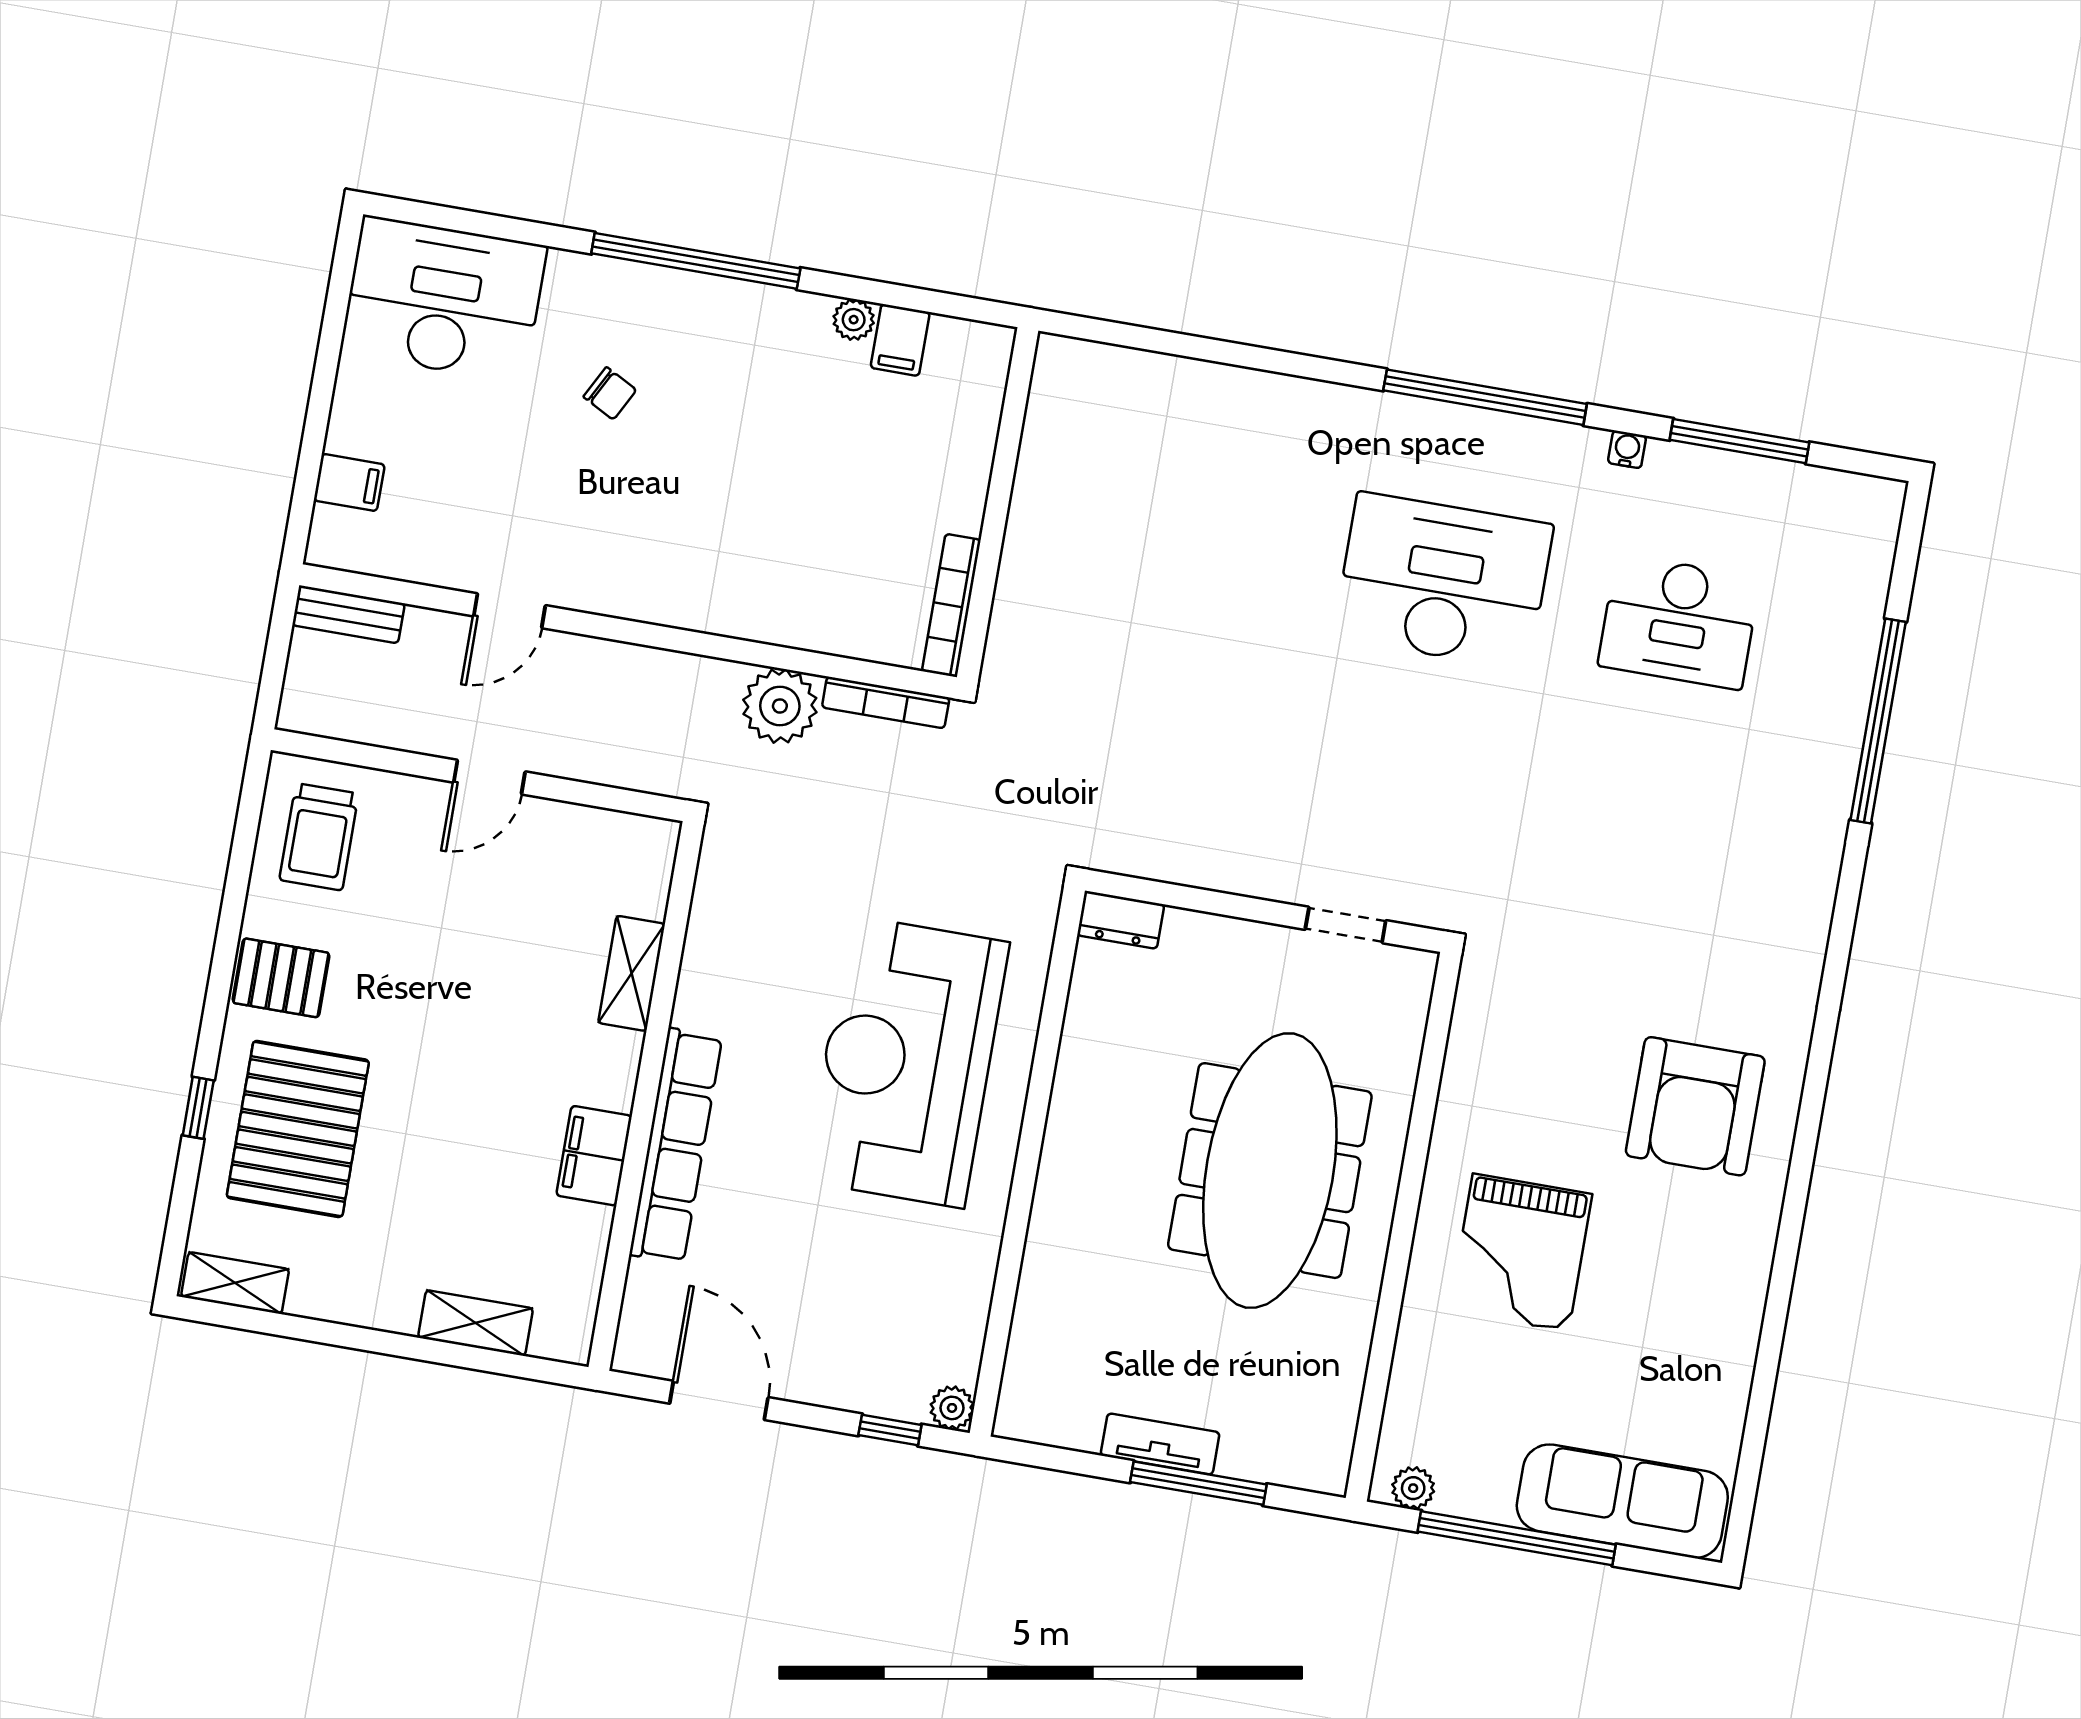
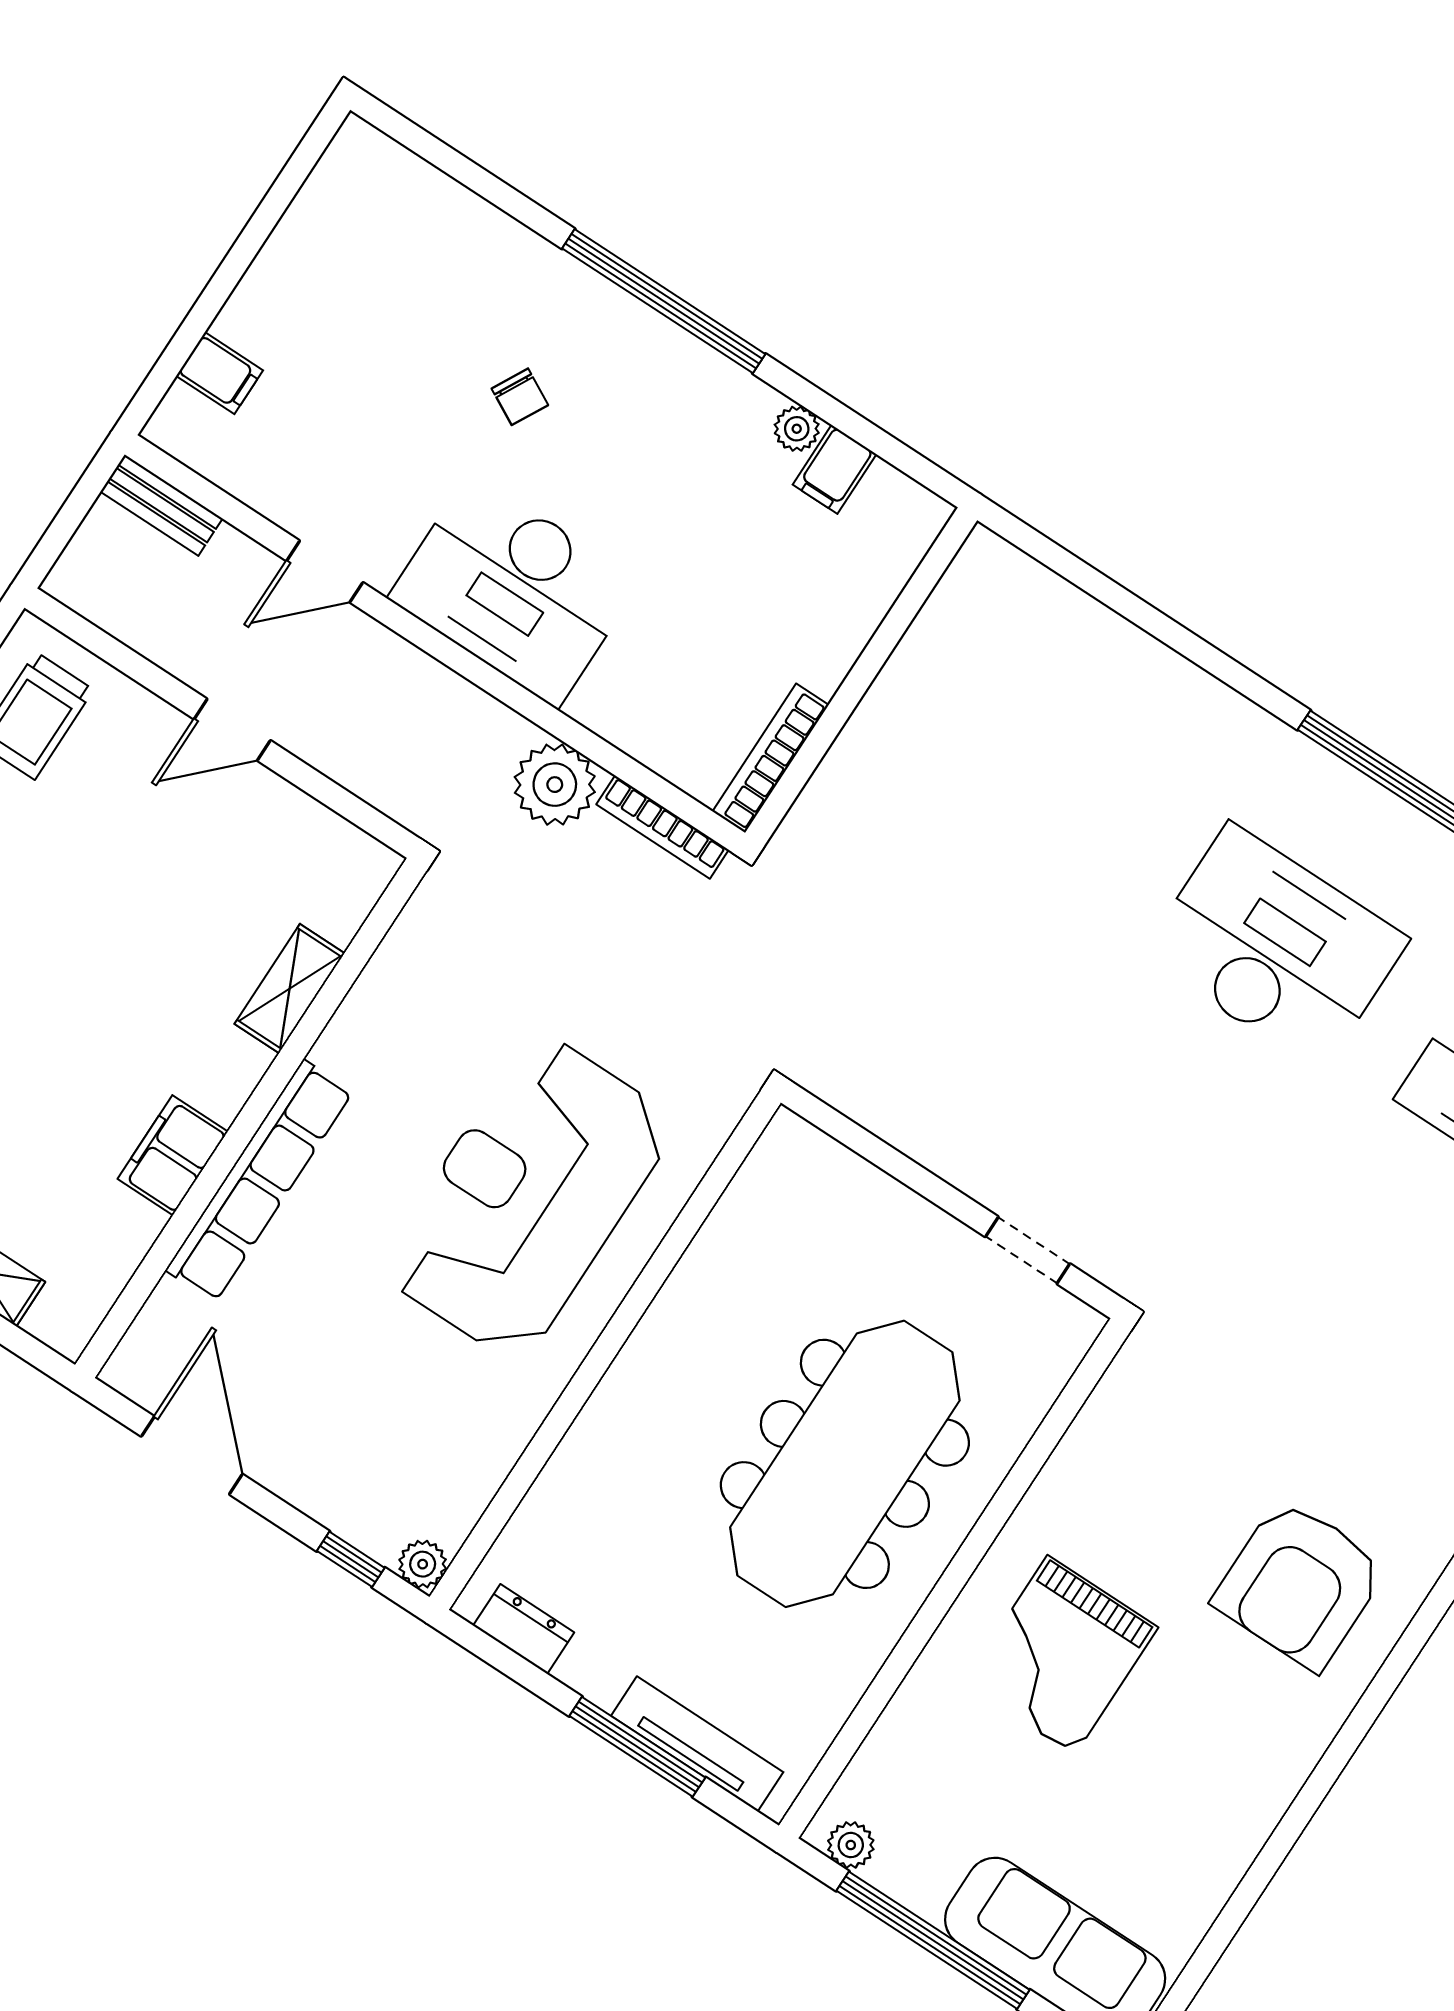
desk: (444, 299) -> (514, 590), moved, turned 180
dresser: (1121, 920) -> (524, 1629), moved, turned 180
tv unit: (1160, 1444) -> (697, 1744), moved, width x1.41

